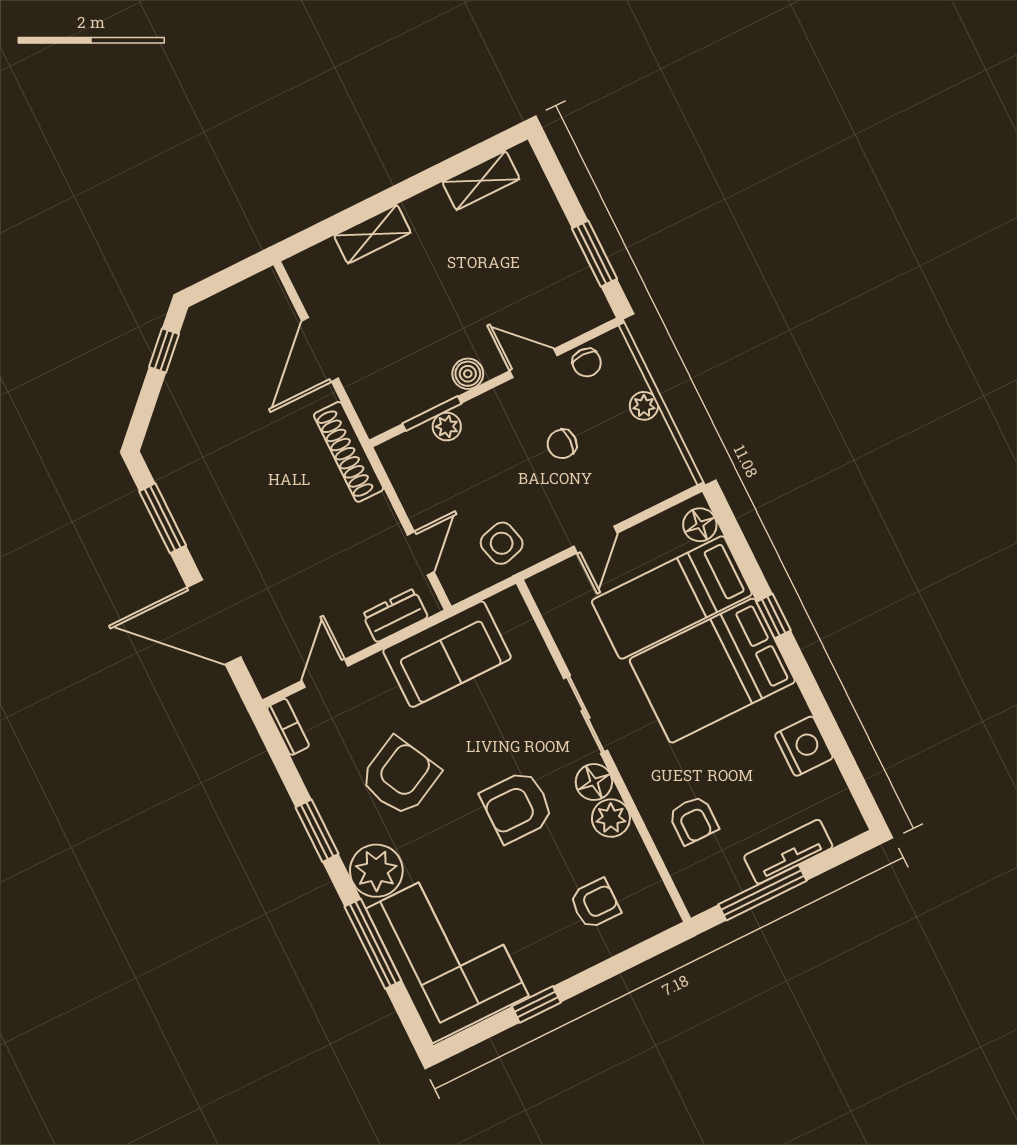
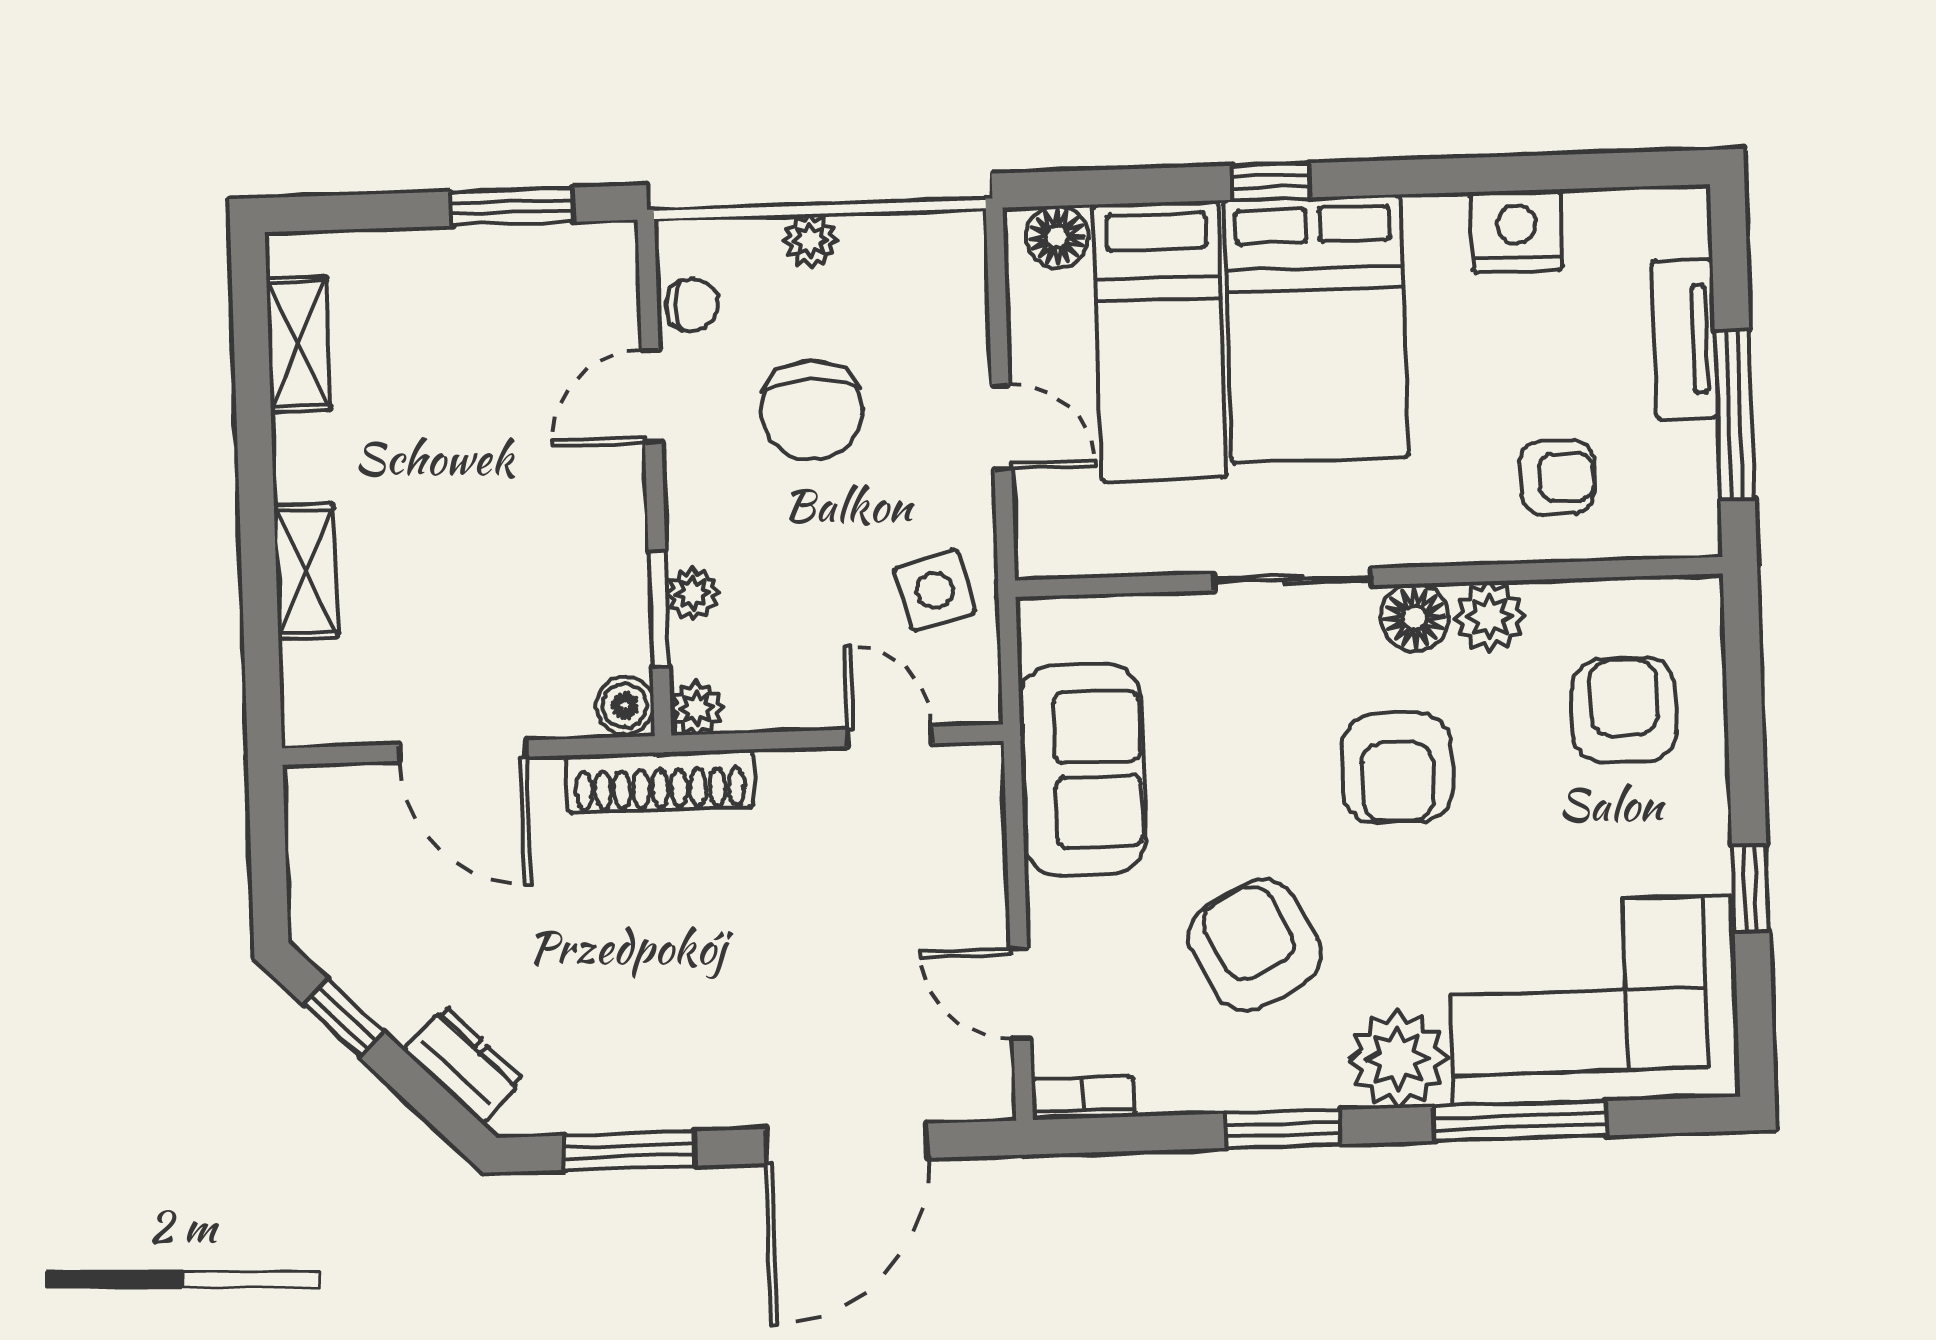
boiler: (468, 374) -> (625, 706), moved
chair: (562, 444) -> (812, 410), width x1.87, depth x1.87
plant: (392, 454) -> (697, 708), added
dresser: (395, 615) -> (464, 1065), moved, turned 135
armchair: (595, 904) -> (1624, 710), width x1.38, depth x1.38

